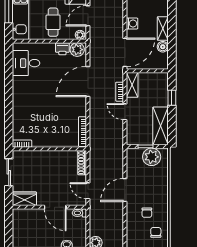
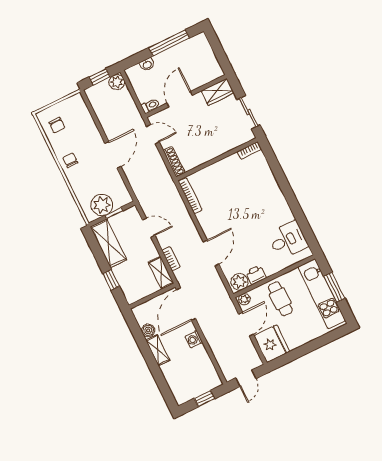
door: (88, 81) -> (211, 253), width x0.73
door: (125, 112) -> (149, 228), moved
door: (55, 207) -> (180, 99), hinge flipped
chair: (147, 213) -> (70, 160), moved

